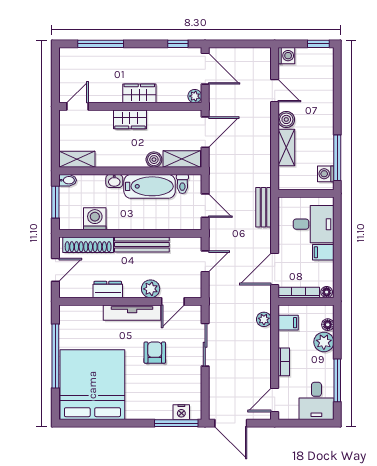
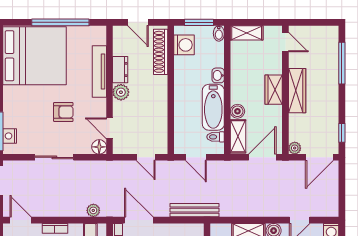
wardrobe: (139, 93) -> (297, 91), width x1.50
door: (205, 132) -> (262, 157), swing flipped
shelving: (77, 159) -> (247, 33), moved, turned 90
door: (205, 206) -> (196, 157), hinge flipped
bench: (264, 207) -> (194, 210), width x1.36
washing machine: (95, 219) -> (184, 45), moved
bench: (142, 245) -> (161, 100), removed
plant: (151, 289) -> (121, 92), moved
tv unit: (132, 313) -> (99, 71), moved
floor lamp: (193, 313) -> (99, 147), added
sliding door: (205, 345) -> (54, 157), moved

